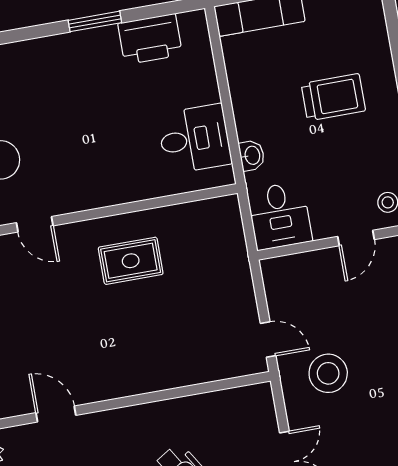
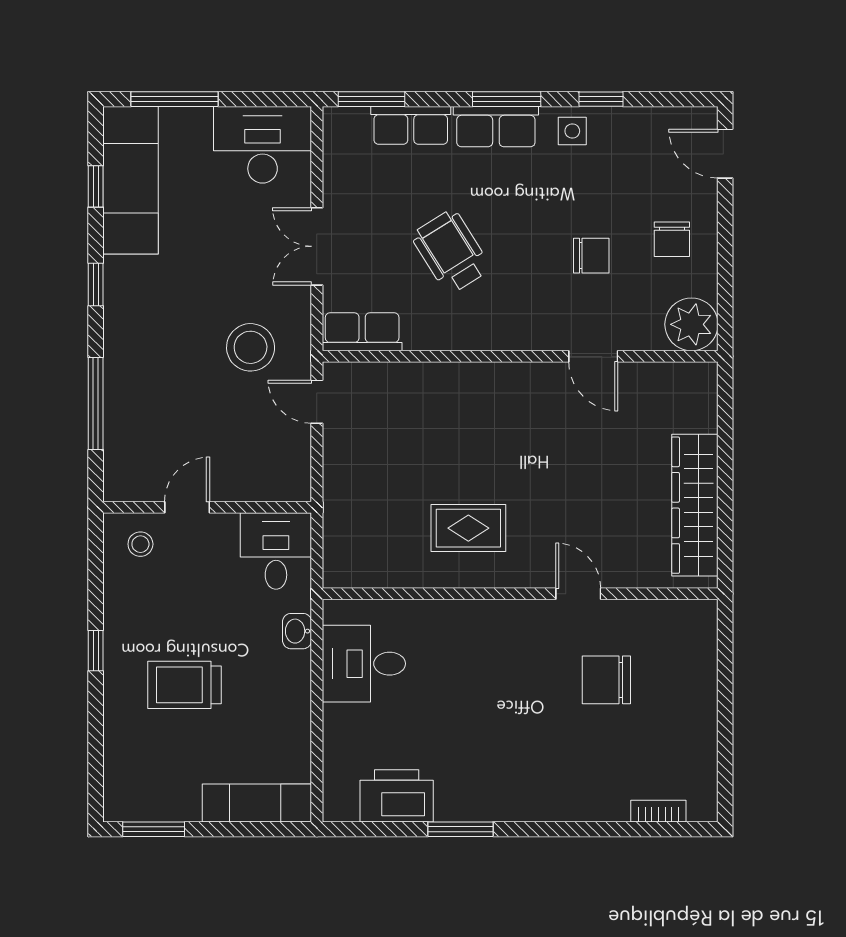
row of seats: (242, 401) -> (362, 332), added

